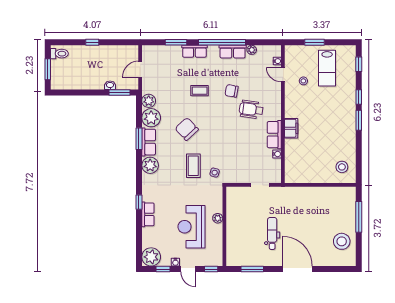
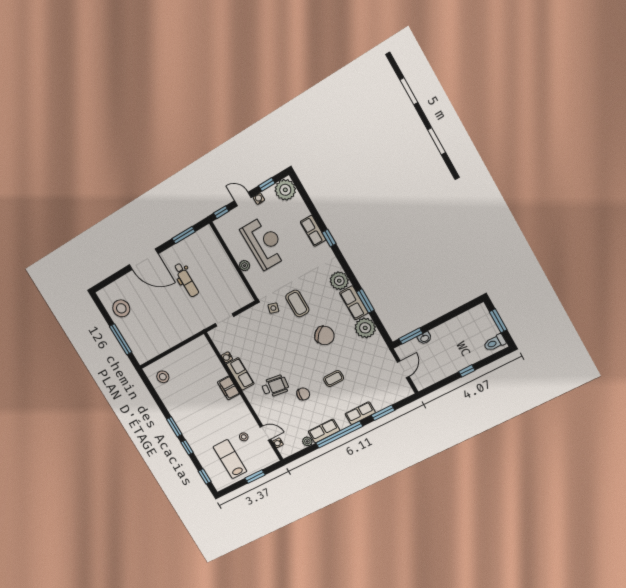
plant: (149, 101) -> (377, 343), removed

